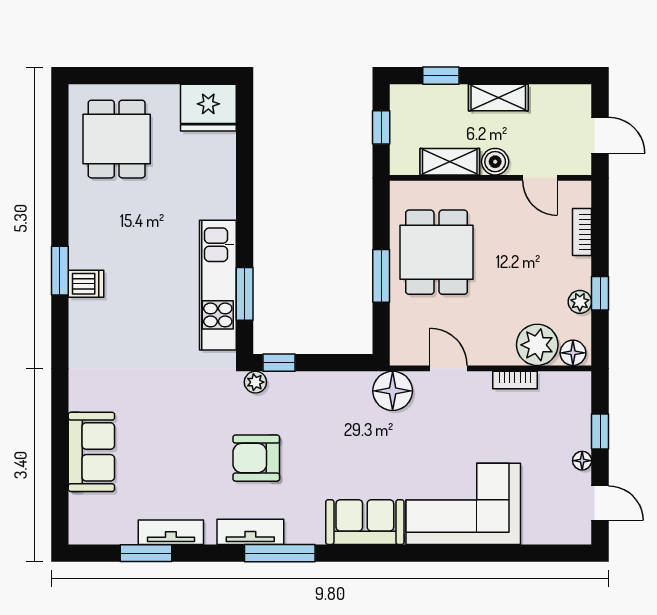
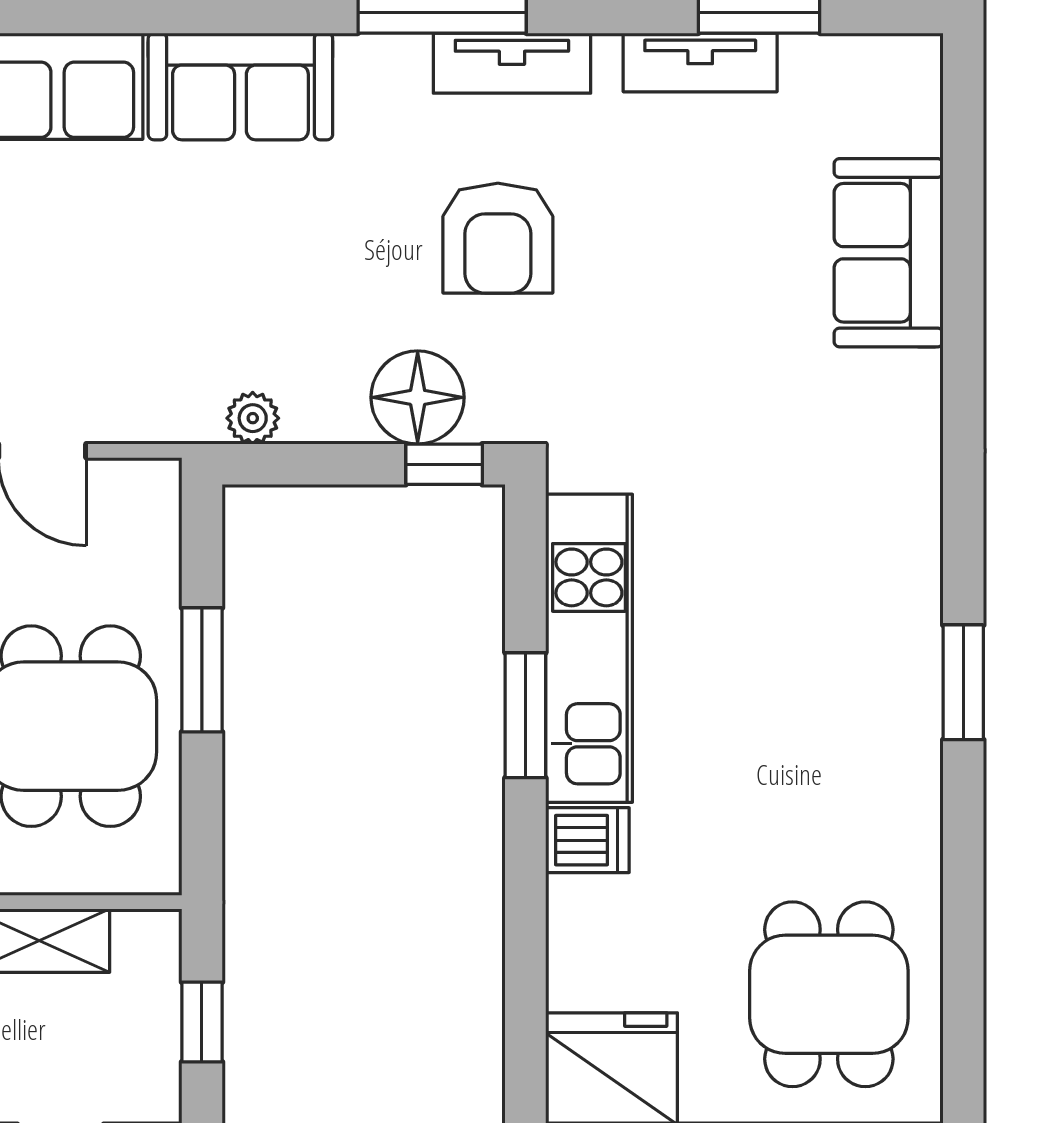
dishwasher: (86, 284) -> (587, 840), moved, turned 180
window: (245, 294) -> (525, 715), moved
plant: (255, 382) -> (253, 418), moved
floor lamp: (393, 391) -> (418, 397), moved
armchair: (256, 458) -> (498, 238), turned 90

